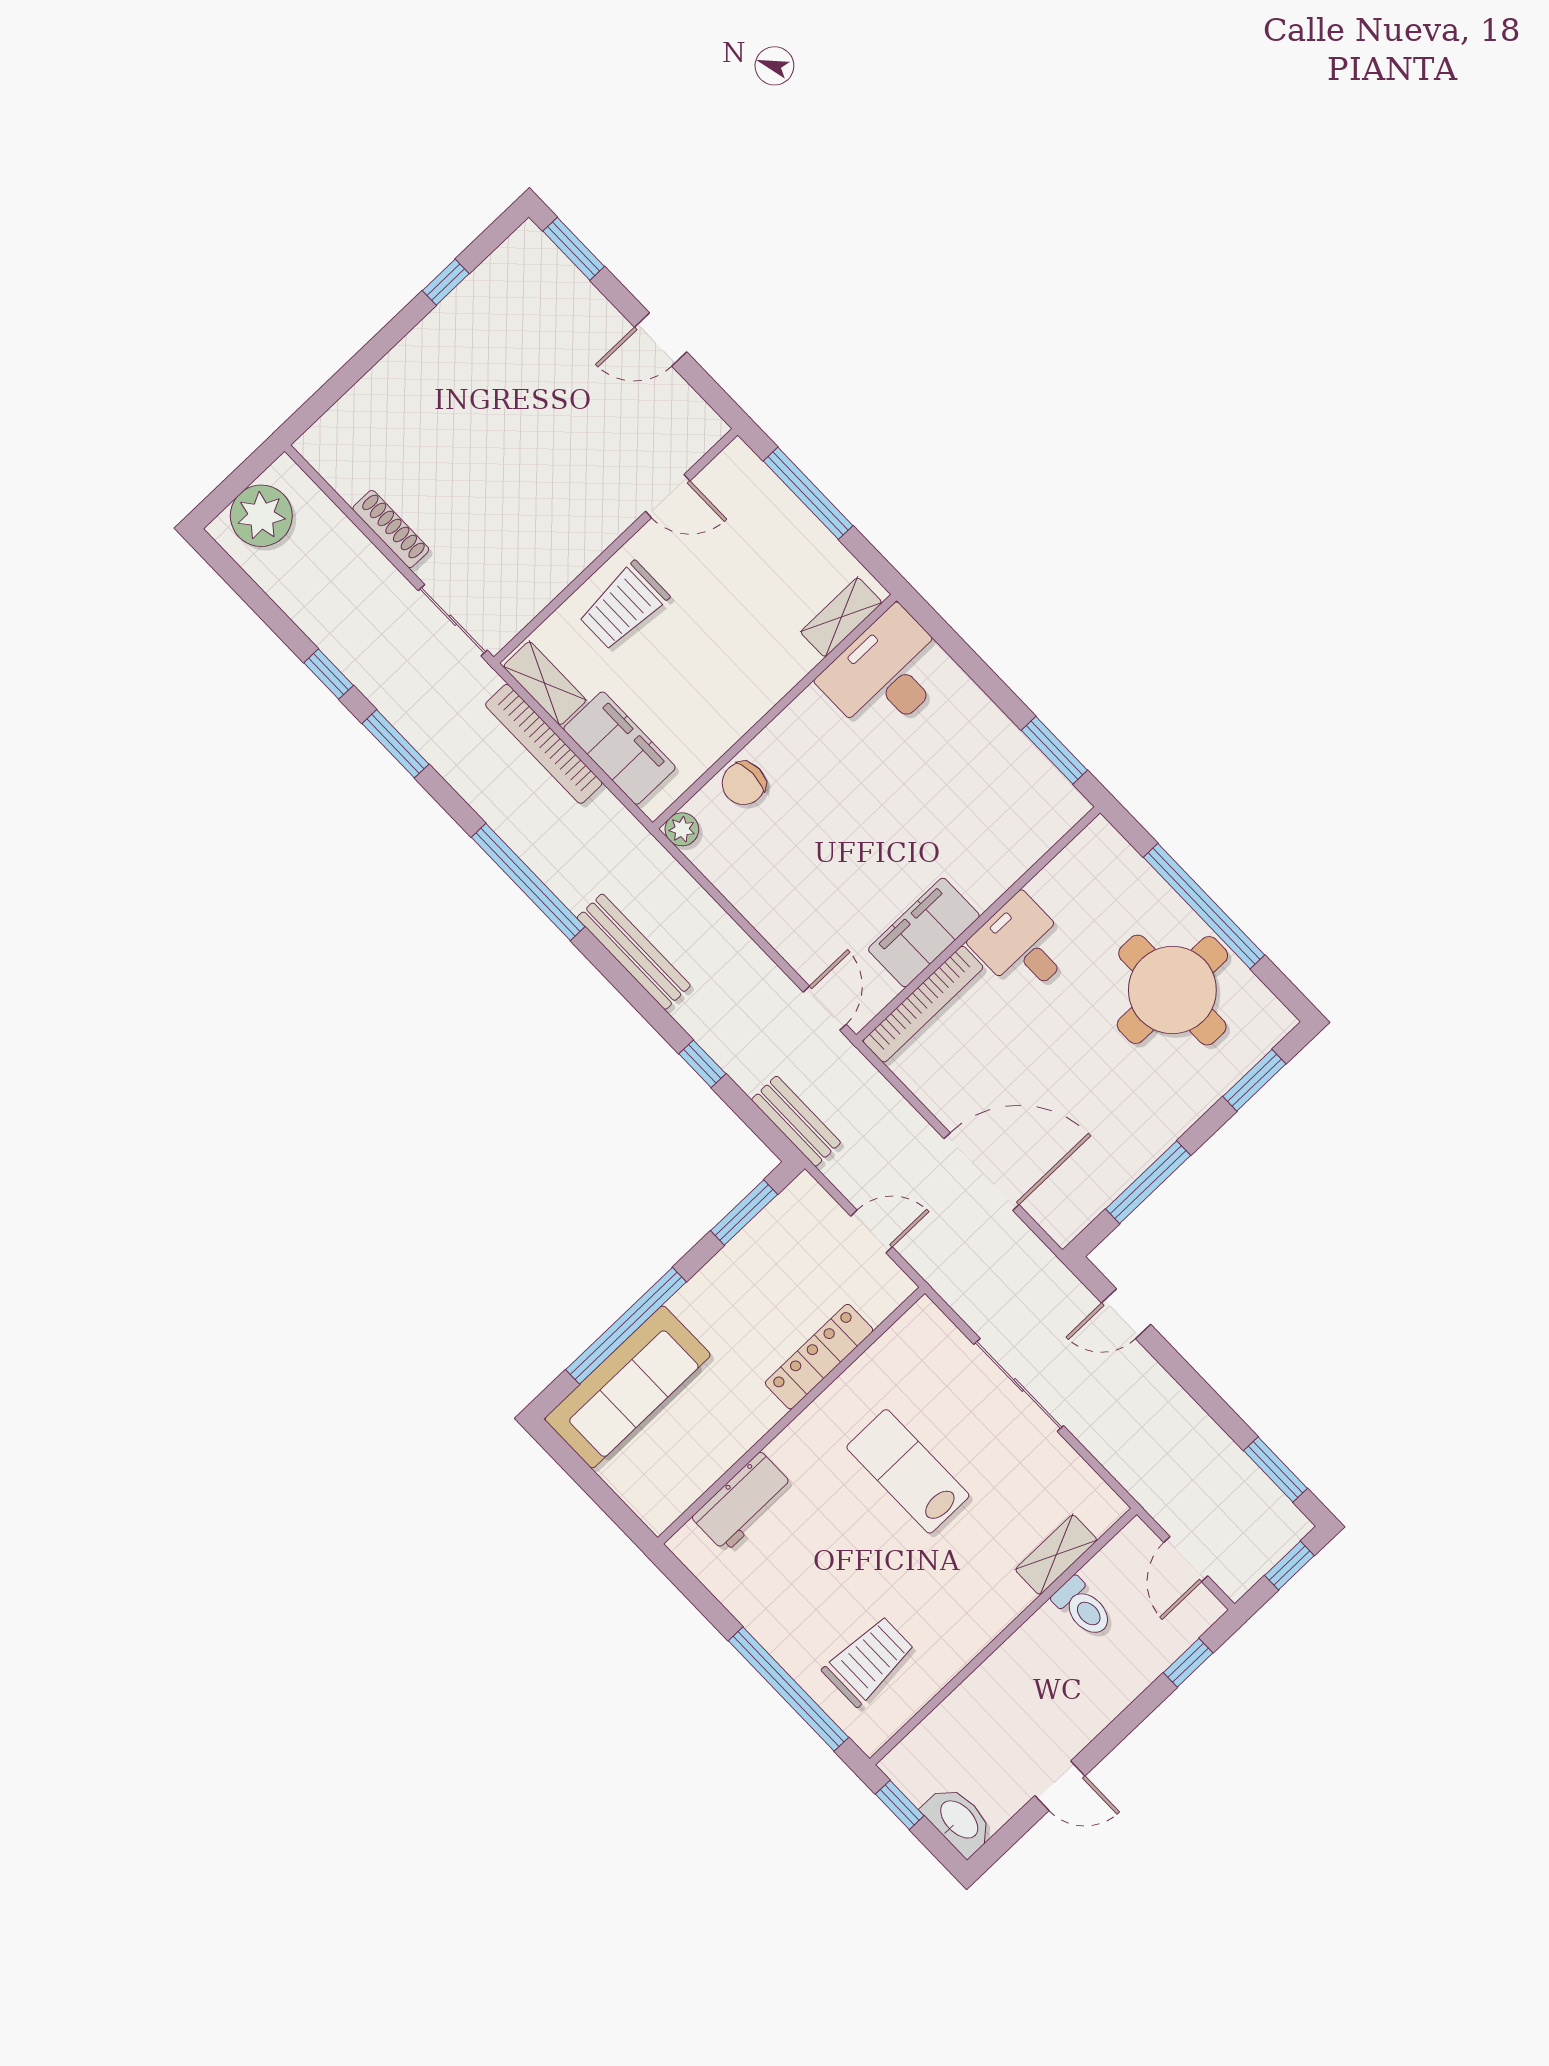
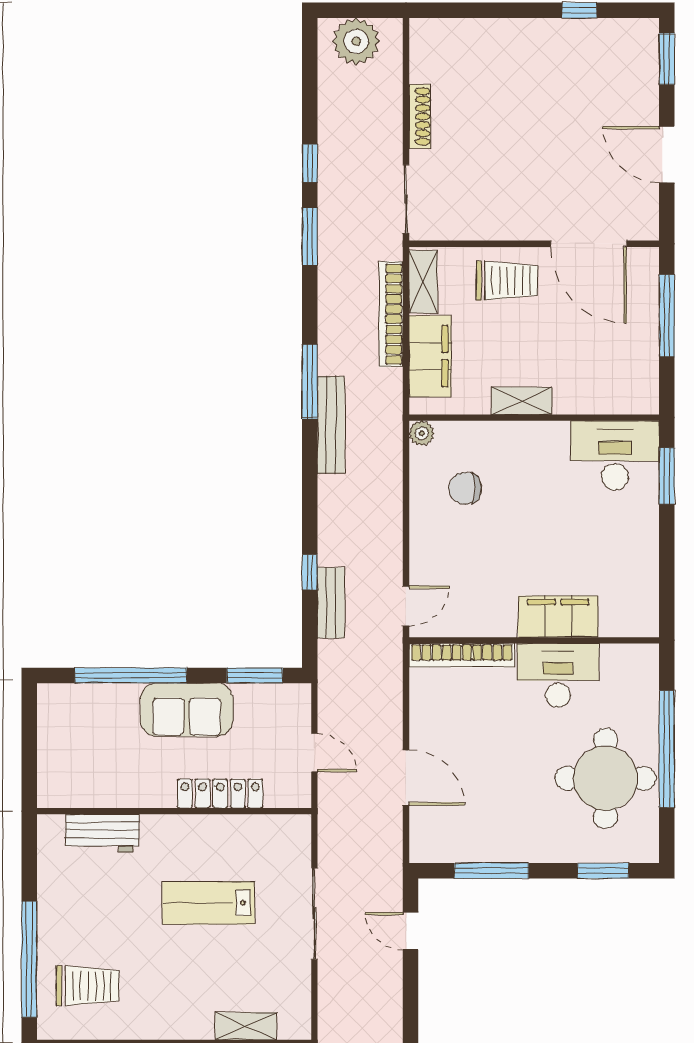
door: (661, 340) -> (667, 154), width x1.38
door: (668, 496) -> (589, 244), width x1.88
trolley: (624, 606) -> (507, 281), turned 180
shelving: (841, 617) -> (522, 401), moved
window: (1054, 750) -> (667, 476), moved
chair: (744, 783) -> (465, 488), moved
window: (528, 882) -> (310, 381), width x0.68
filing cabinet: (924, 932) -> (558, 617), moved
desk: (1022, 946) -> (558, 675), width x1.37
bench: (634, 952) -> (331, 425), moved
bench: (796, 1121) -> (331, 603), moved
door: (981, 1172) -> (406, 778), width x0.73
sofa: (628, 1387) -> (187, 710), moved, width x0.73
lab bench: (908, 1471) -> (209, 903), turned -90

